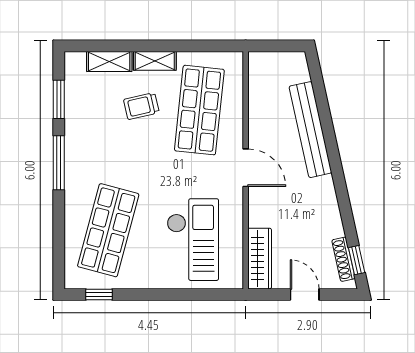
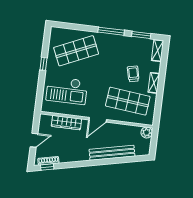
shelving: (109, 61) -> (158, 50), moved
plant: (259, 63) -> (147, 133), added
shop shelf: (108, 230) -> (76, 51), turned -39
wardrobe: (260, 259) -> (66, 123), moved
window: (99, 294) -> (44, 64), moved

